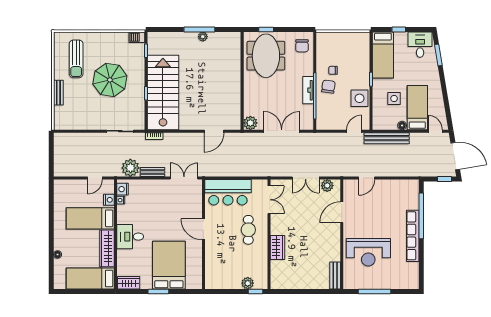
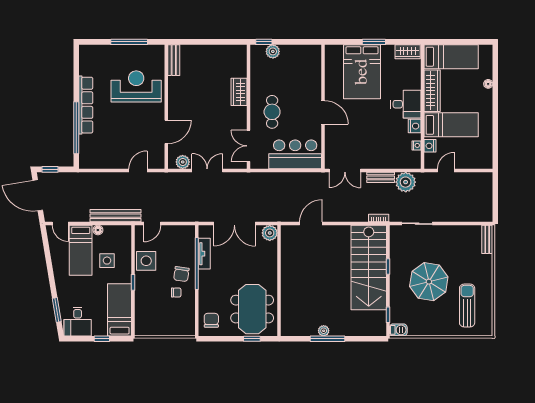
tv unit: (308, 90) -> (204, 254), moved
bench: (58, 93) -> (487, 239), moved
nightstand: (122, 189) -> (415, 126), moved

